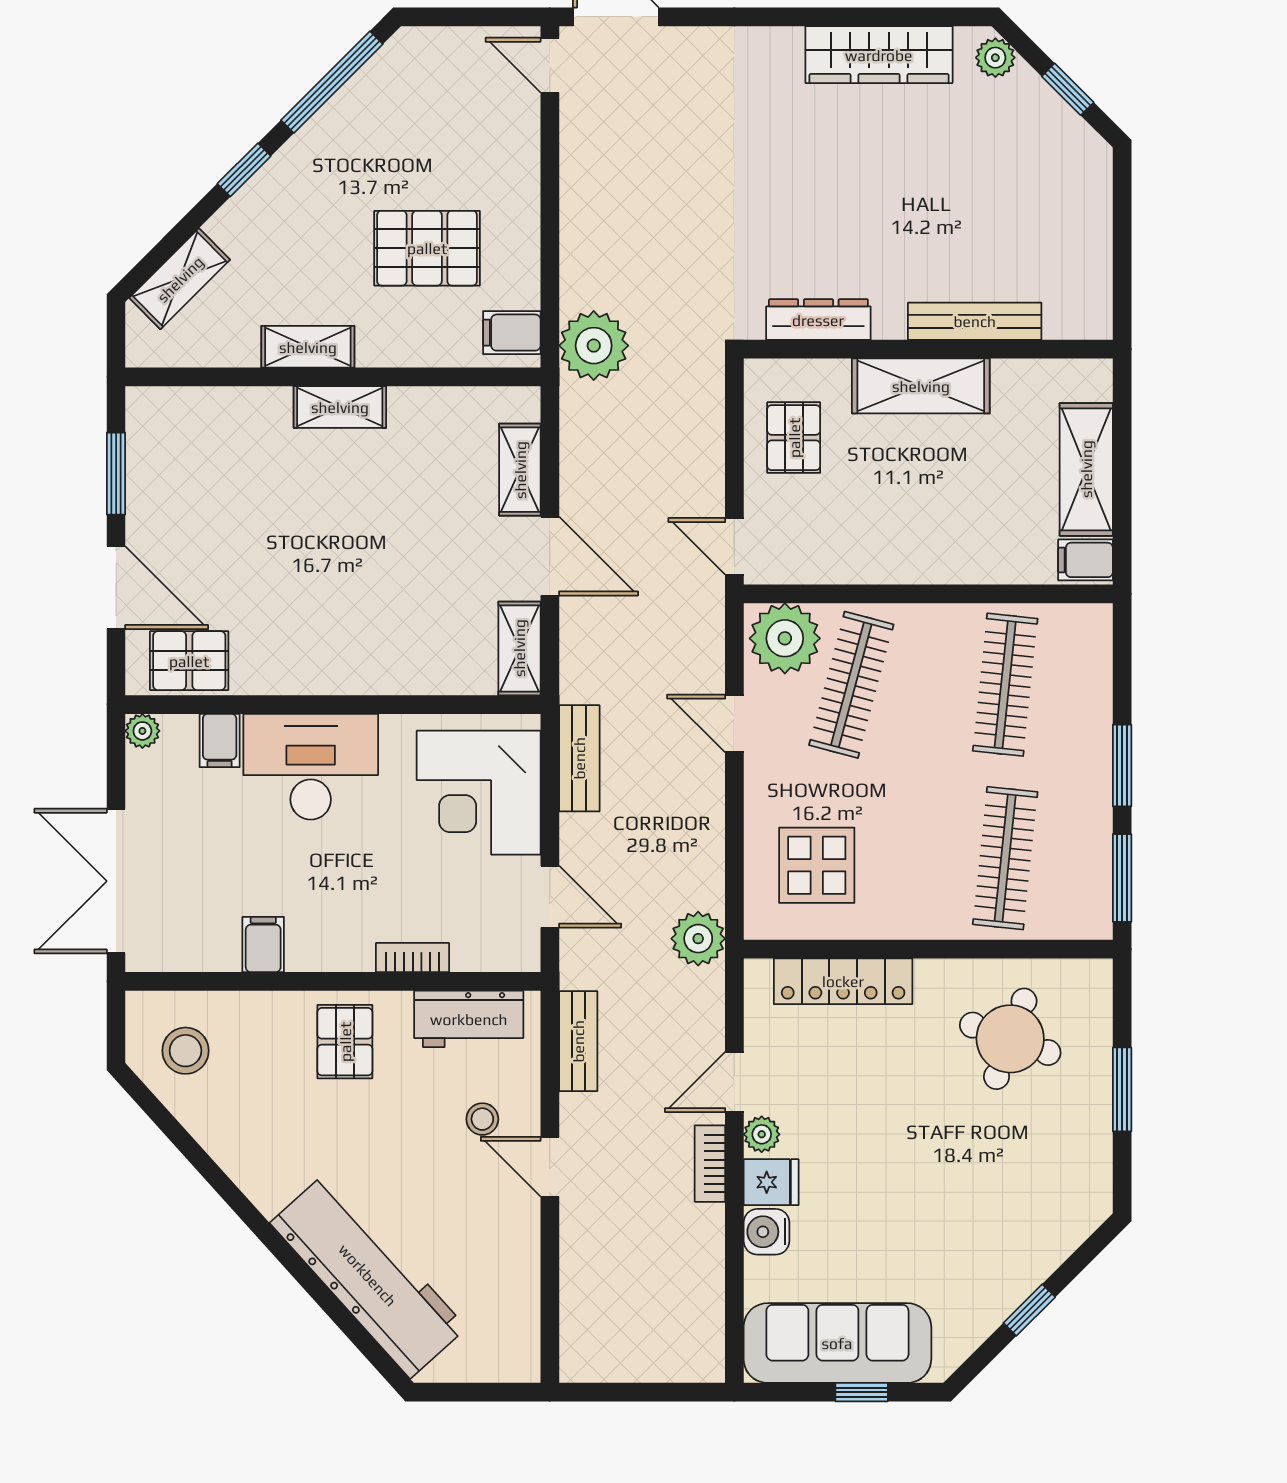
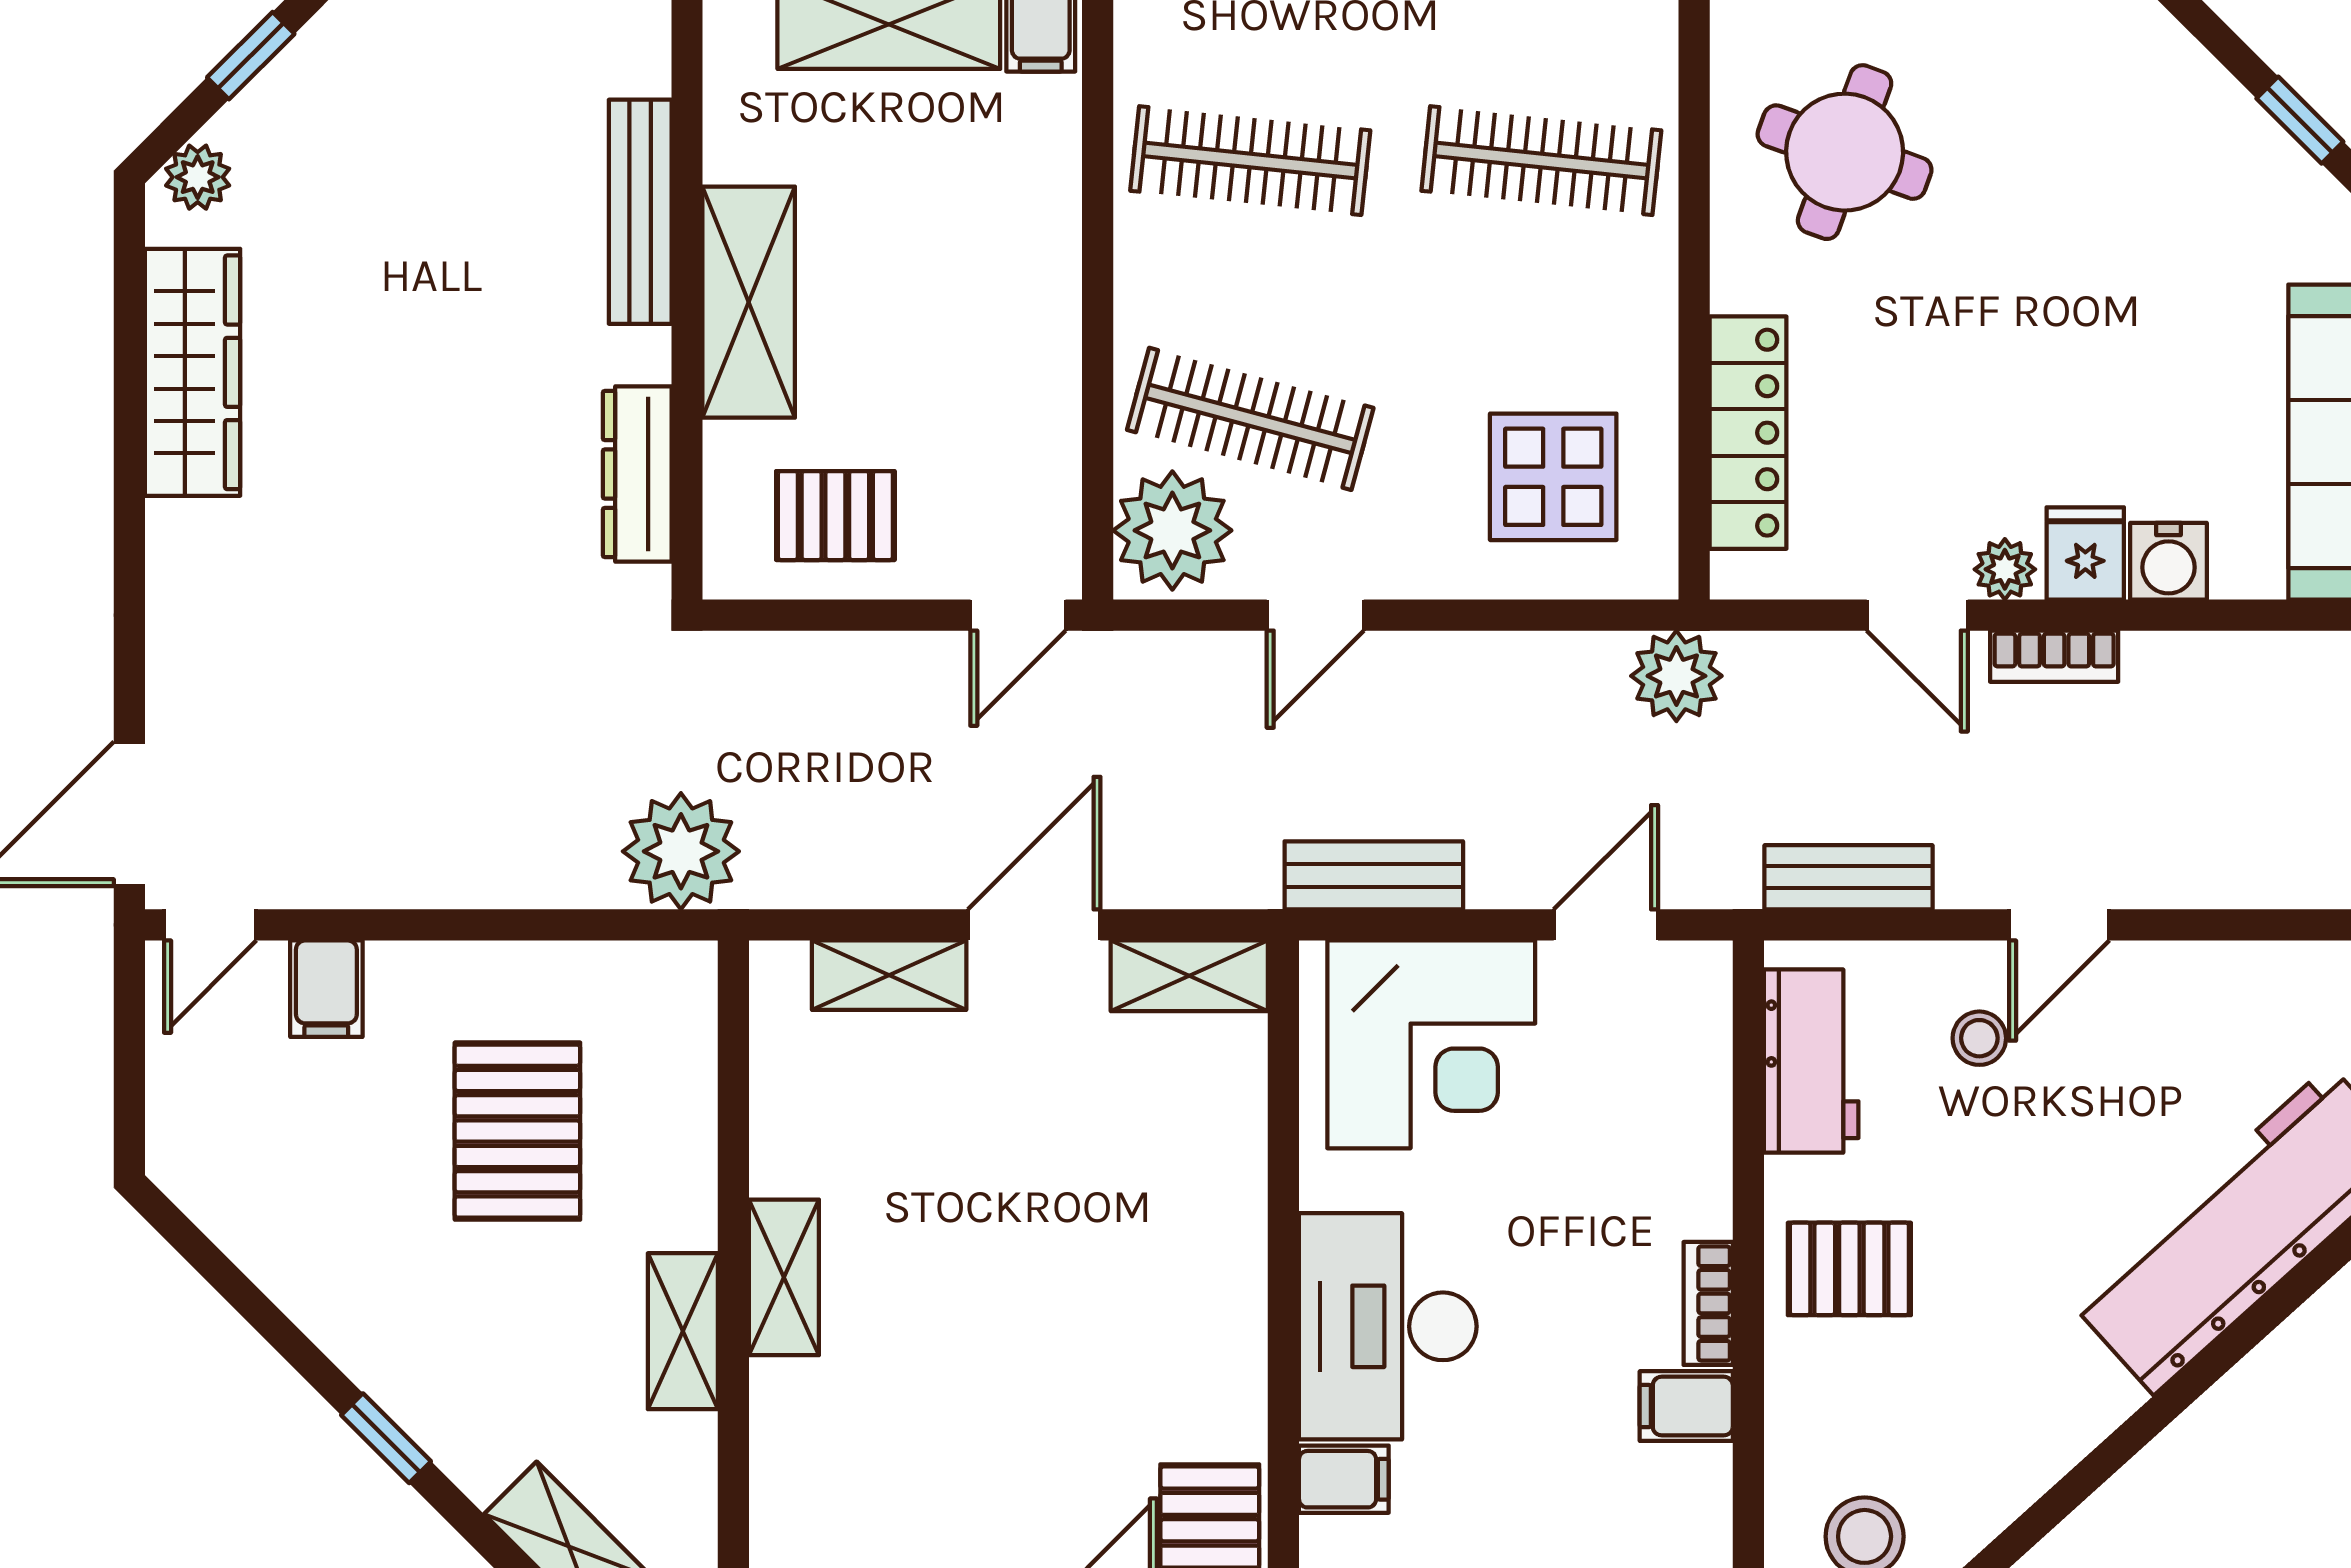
window: (332, 82) -> (239, 1291), removed
filing cabinet: (512, 333) -> (326, 989), moved
bookcase: (413, 958) -> (1708, 1303), moved

